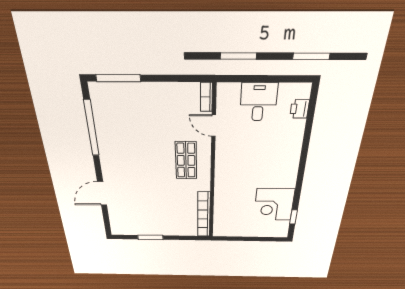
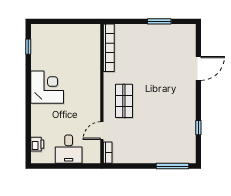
door: (214, 126) -> (102, 131), swing flipped
window: (92, 128) -> (198, 128), width x0.32
corner desk: (274, 205) -> (47, 87), moved

